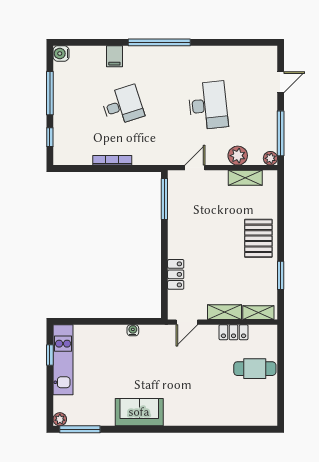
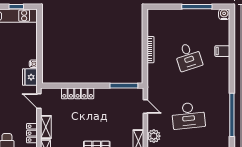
window: (159, 42) -> (232, 115), moved
window: (50, 137) -> (166, 7), removed
locker: (176, 274) -> (78, 93), width x1.53
fridge: (152, 335) -> (30, 77), added

